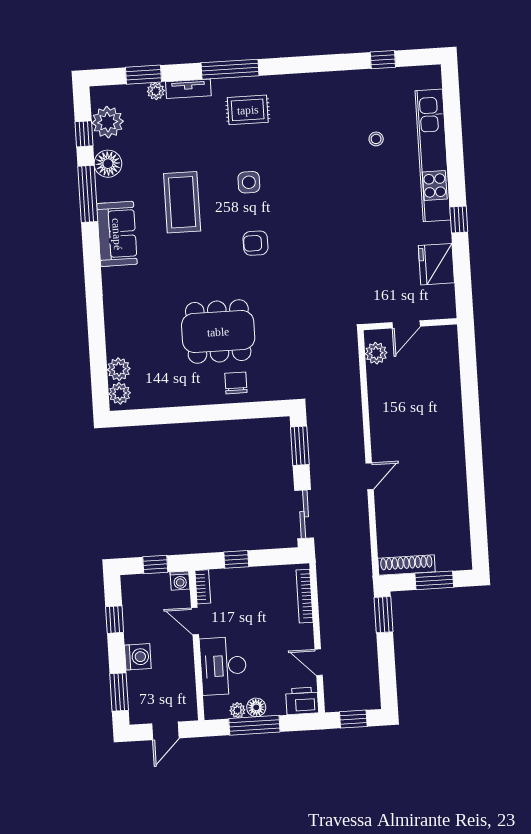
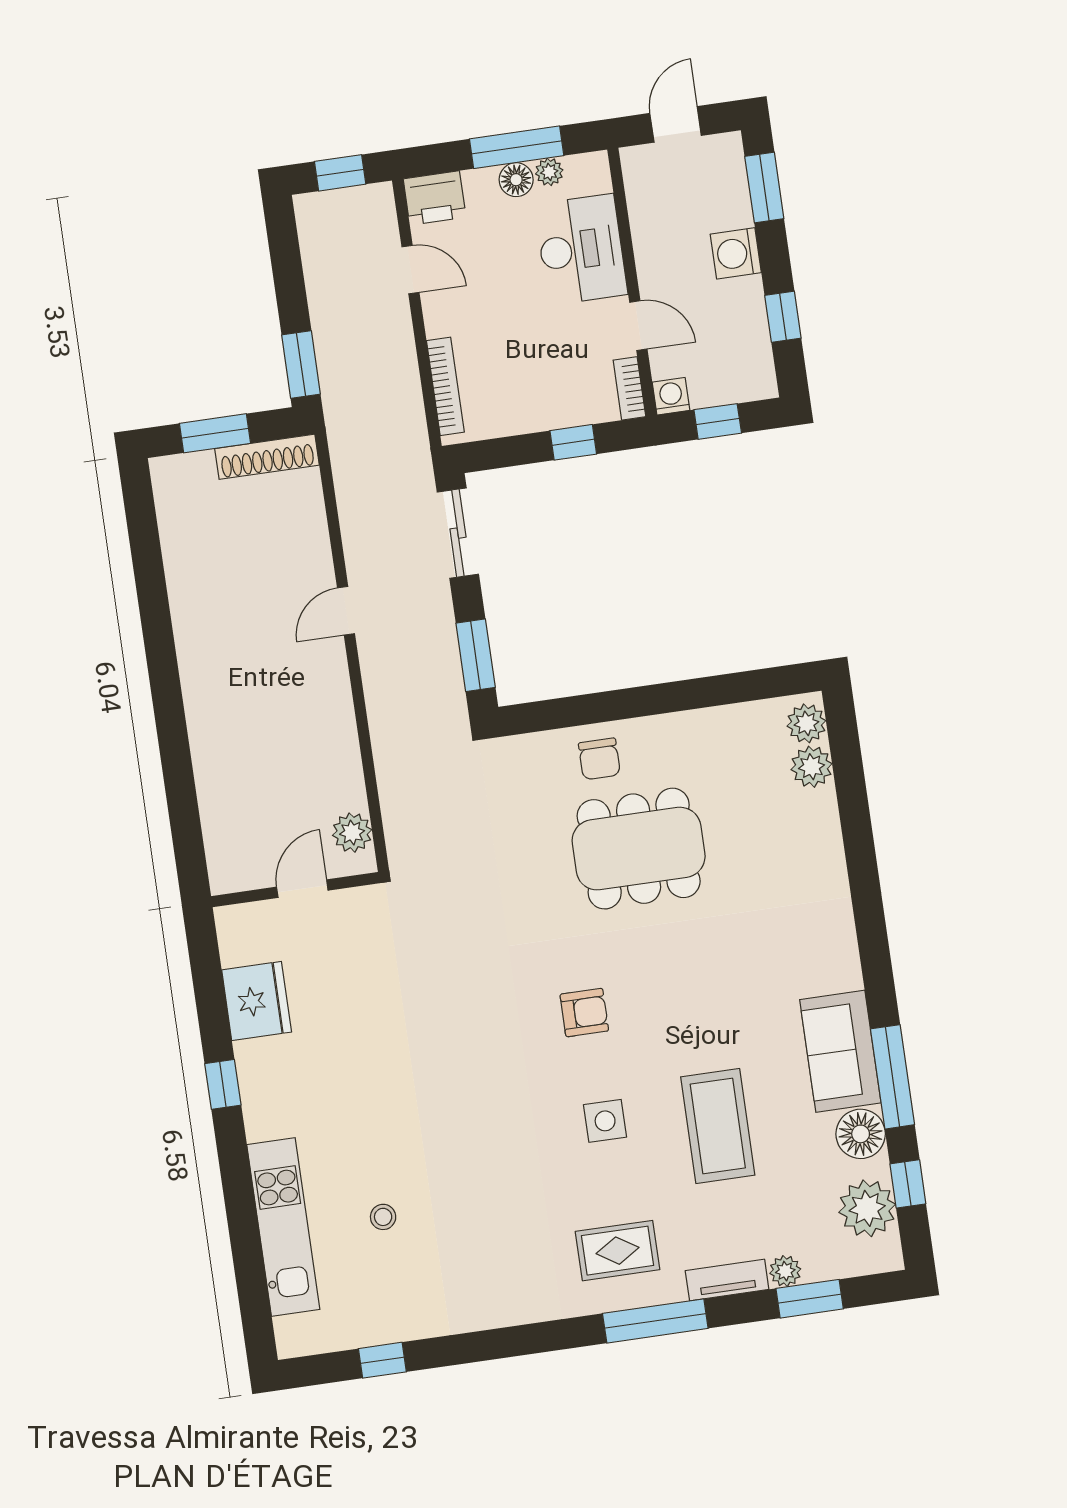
kitchen unit: (433, 155) -> (283, 1227), width x0.73
coffee table: (182, 202) -> (718, 1126), moved
sofa: (117, 234) -> (840, 1051), moved

